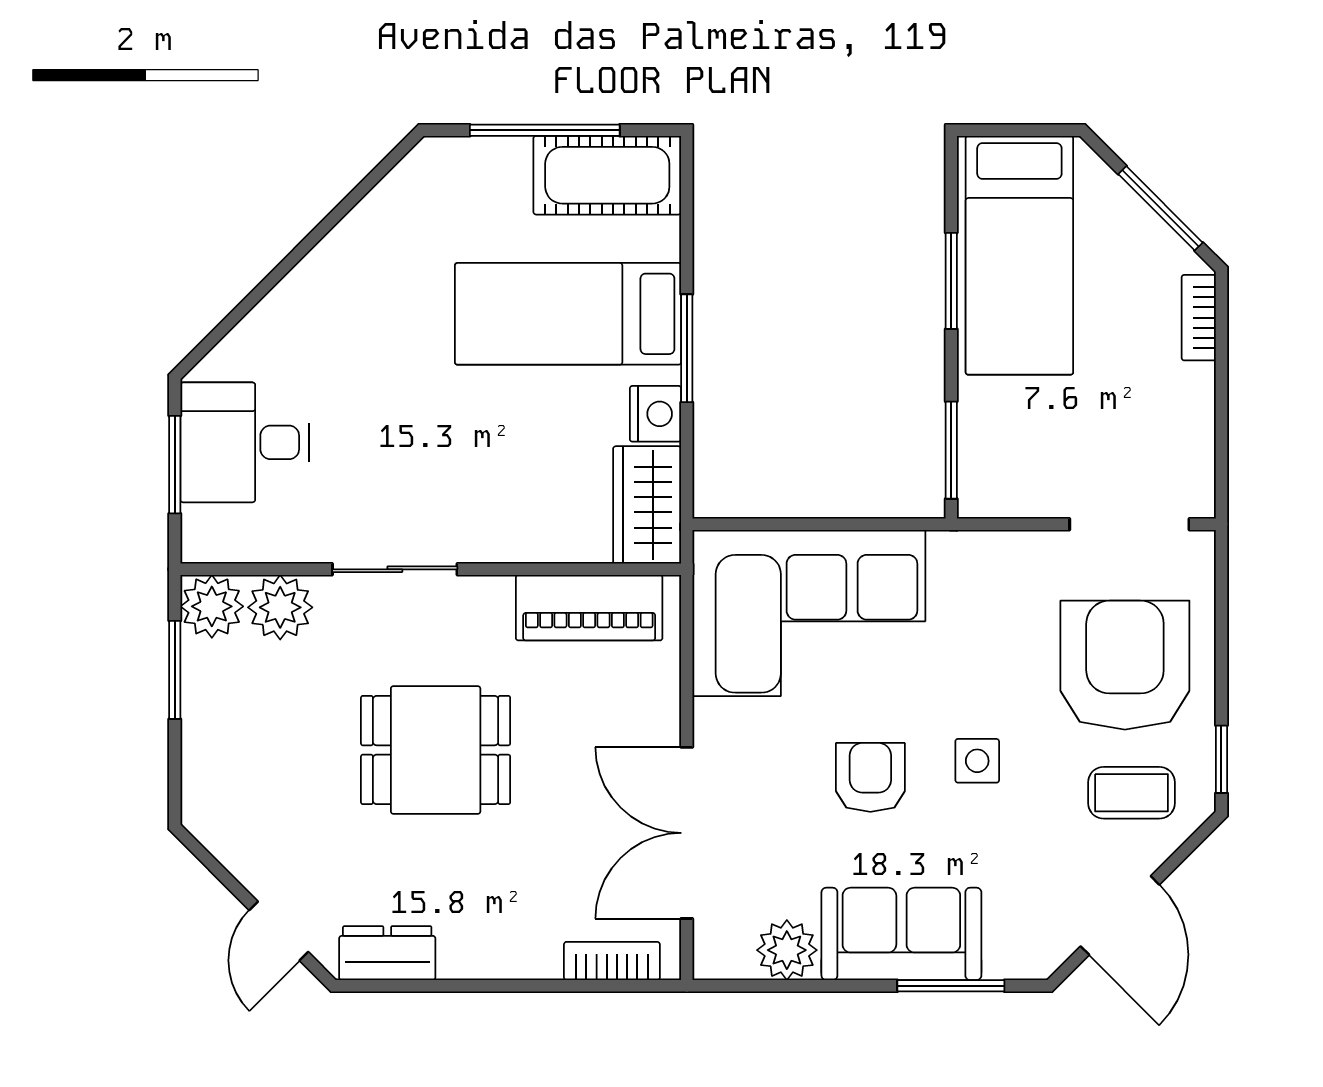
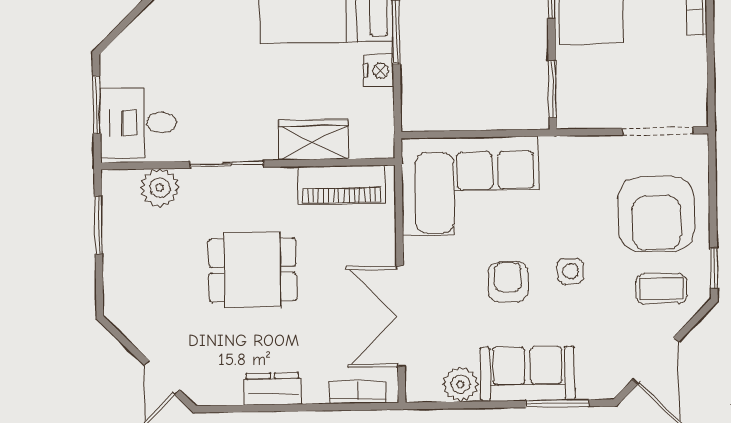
desk: (245, 442) -> (138, 123), moved
wardrobe: (647, 505) -> (313, 140), moved, turned 90
plant: (212, 606) -> (120, 188), removed
armchair: (1125, 665) -> (656, 214), turned 180
dresser: (387, 953) -> (273, 389), moved

